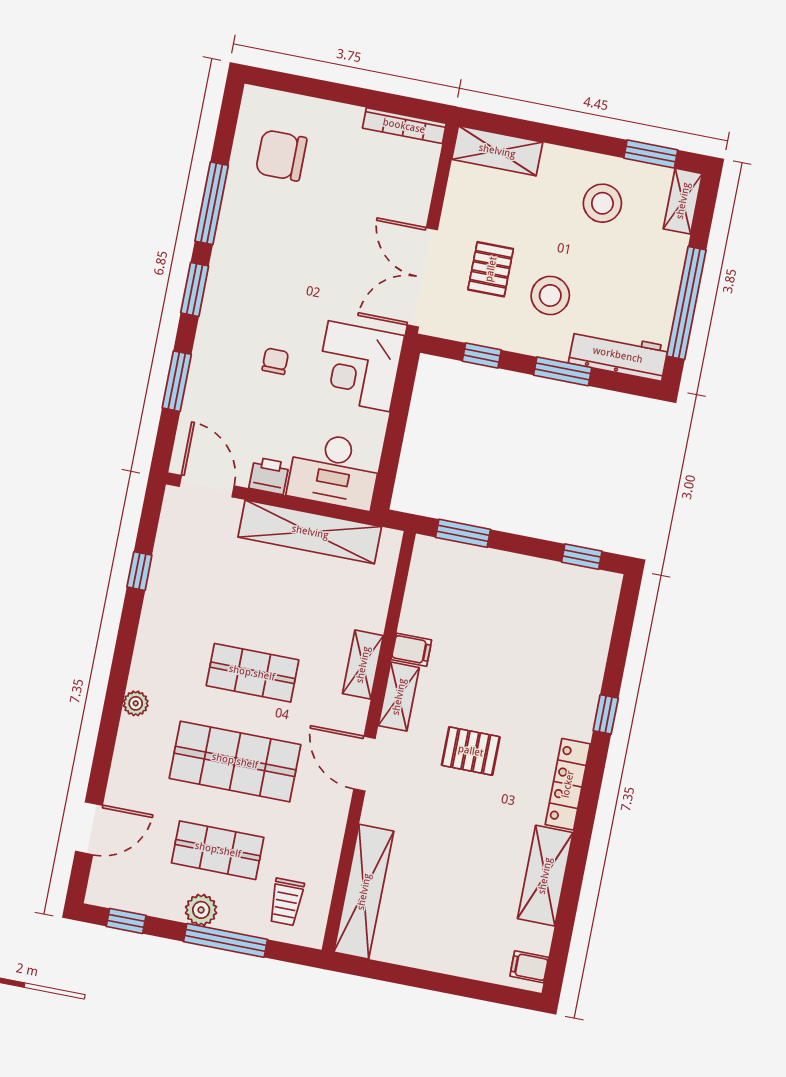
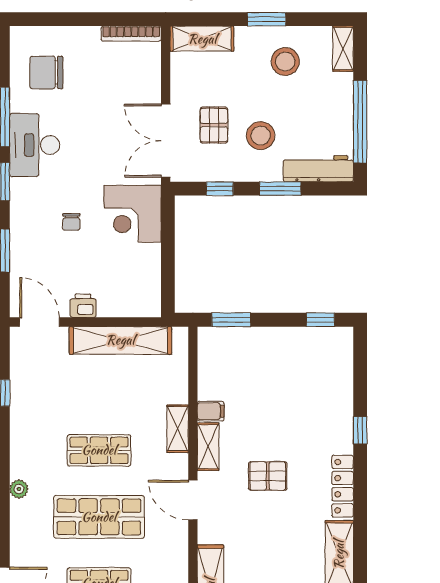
window: (651, 154) -> (266, 19), moved
chair: (275, 361) -> (71, 222), turned 180
desk: (334, 470) -> (35, 145), moved, turned 90

